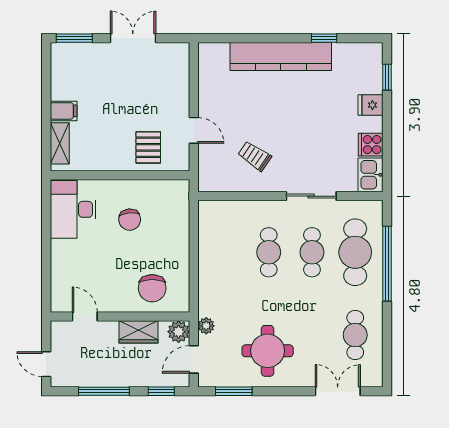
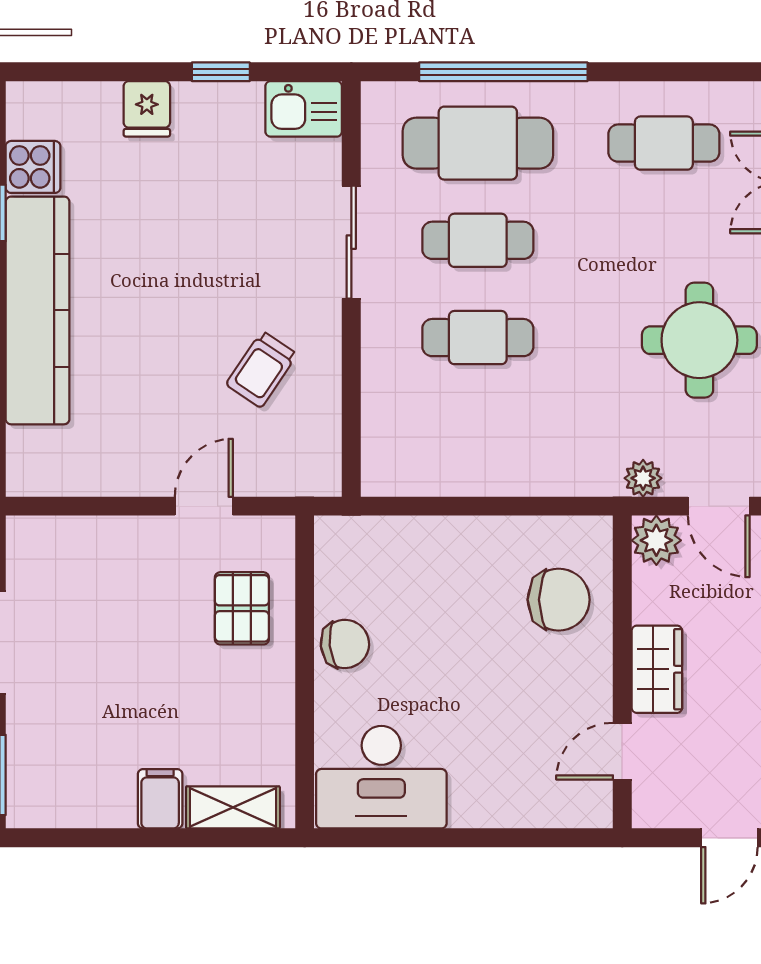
window: (387, 77) -> (221, 72), moved
cooker: (371, 145) -> (33, 167), moved, turned -90
pallet: (148, 147) -> (242, 608), turned 90
chair: (130, 220) -> (345, 644), moved
wardrobe: (139, 332) -> (657, 669), moved

